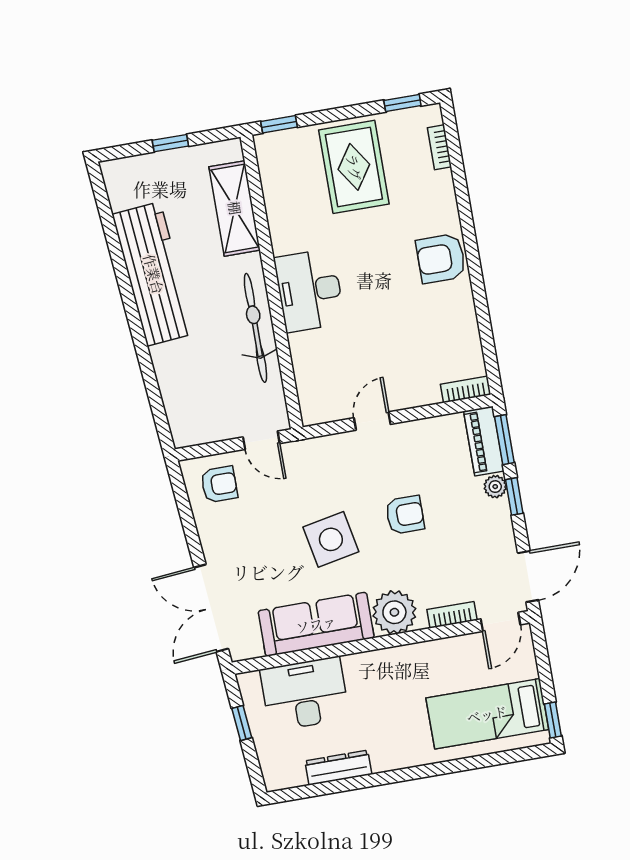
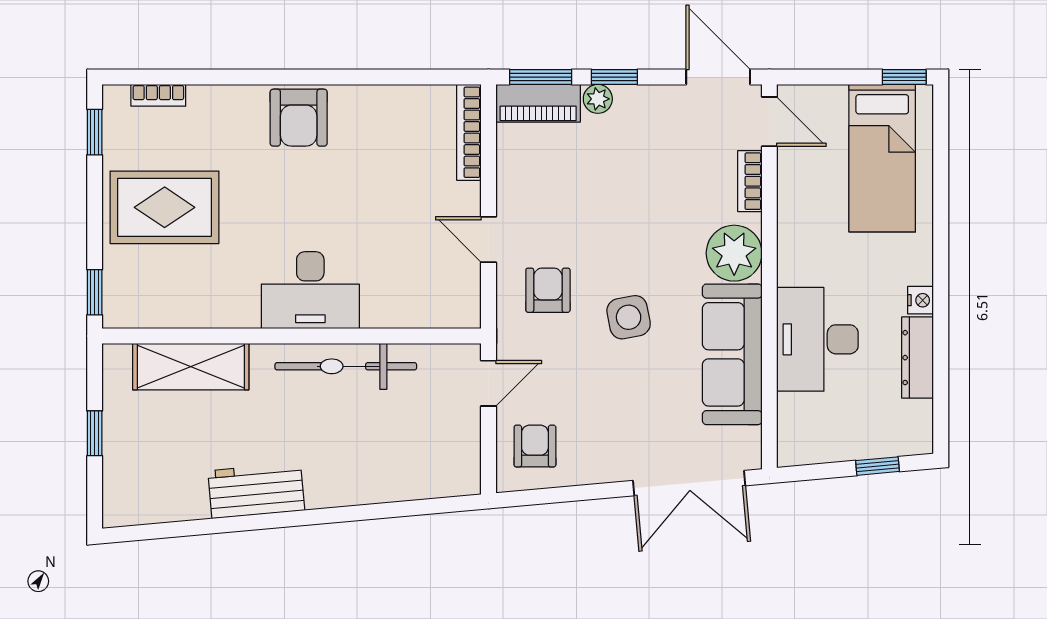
workbench: (154, 274) -> (256, 491), width x0.53, depth x0.76
bookcase: (466, 389) -> (469, 132), width x1.56
armchair: (405, 515) -> (548, 290), moved
side table: (331, 539) -> (629, 317), width x0.73, depth x0.73
desk: (305, 694) -> (817, 339), moved
window: (242, 723) -> (877, 466), moved
nightstand: (383, 762) -> (921, 300), added

